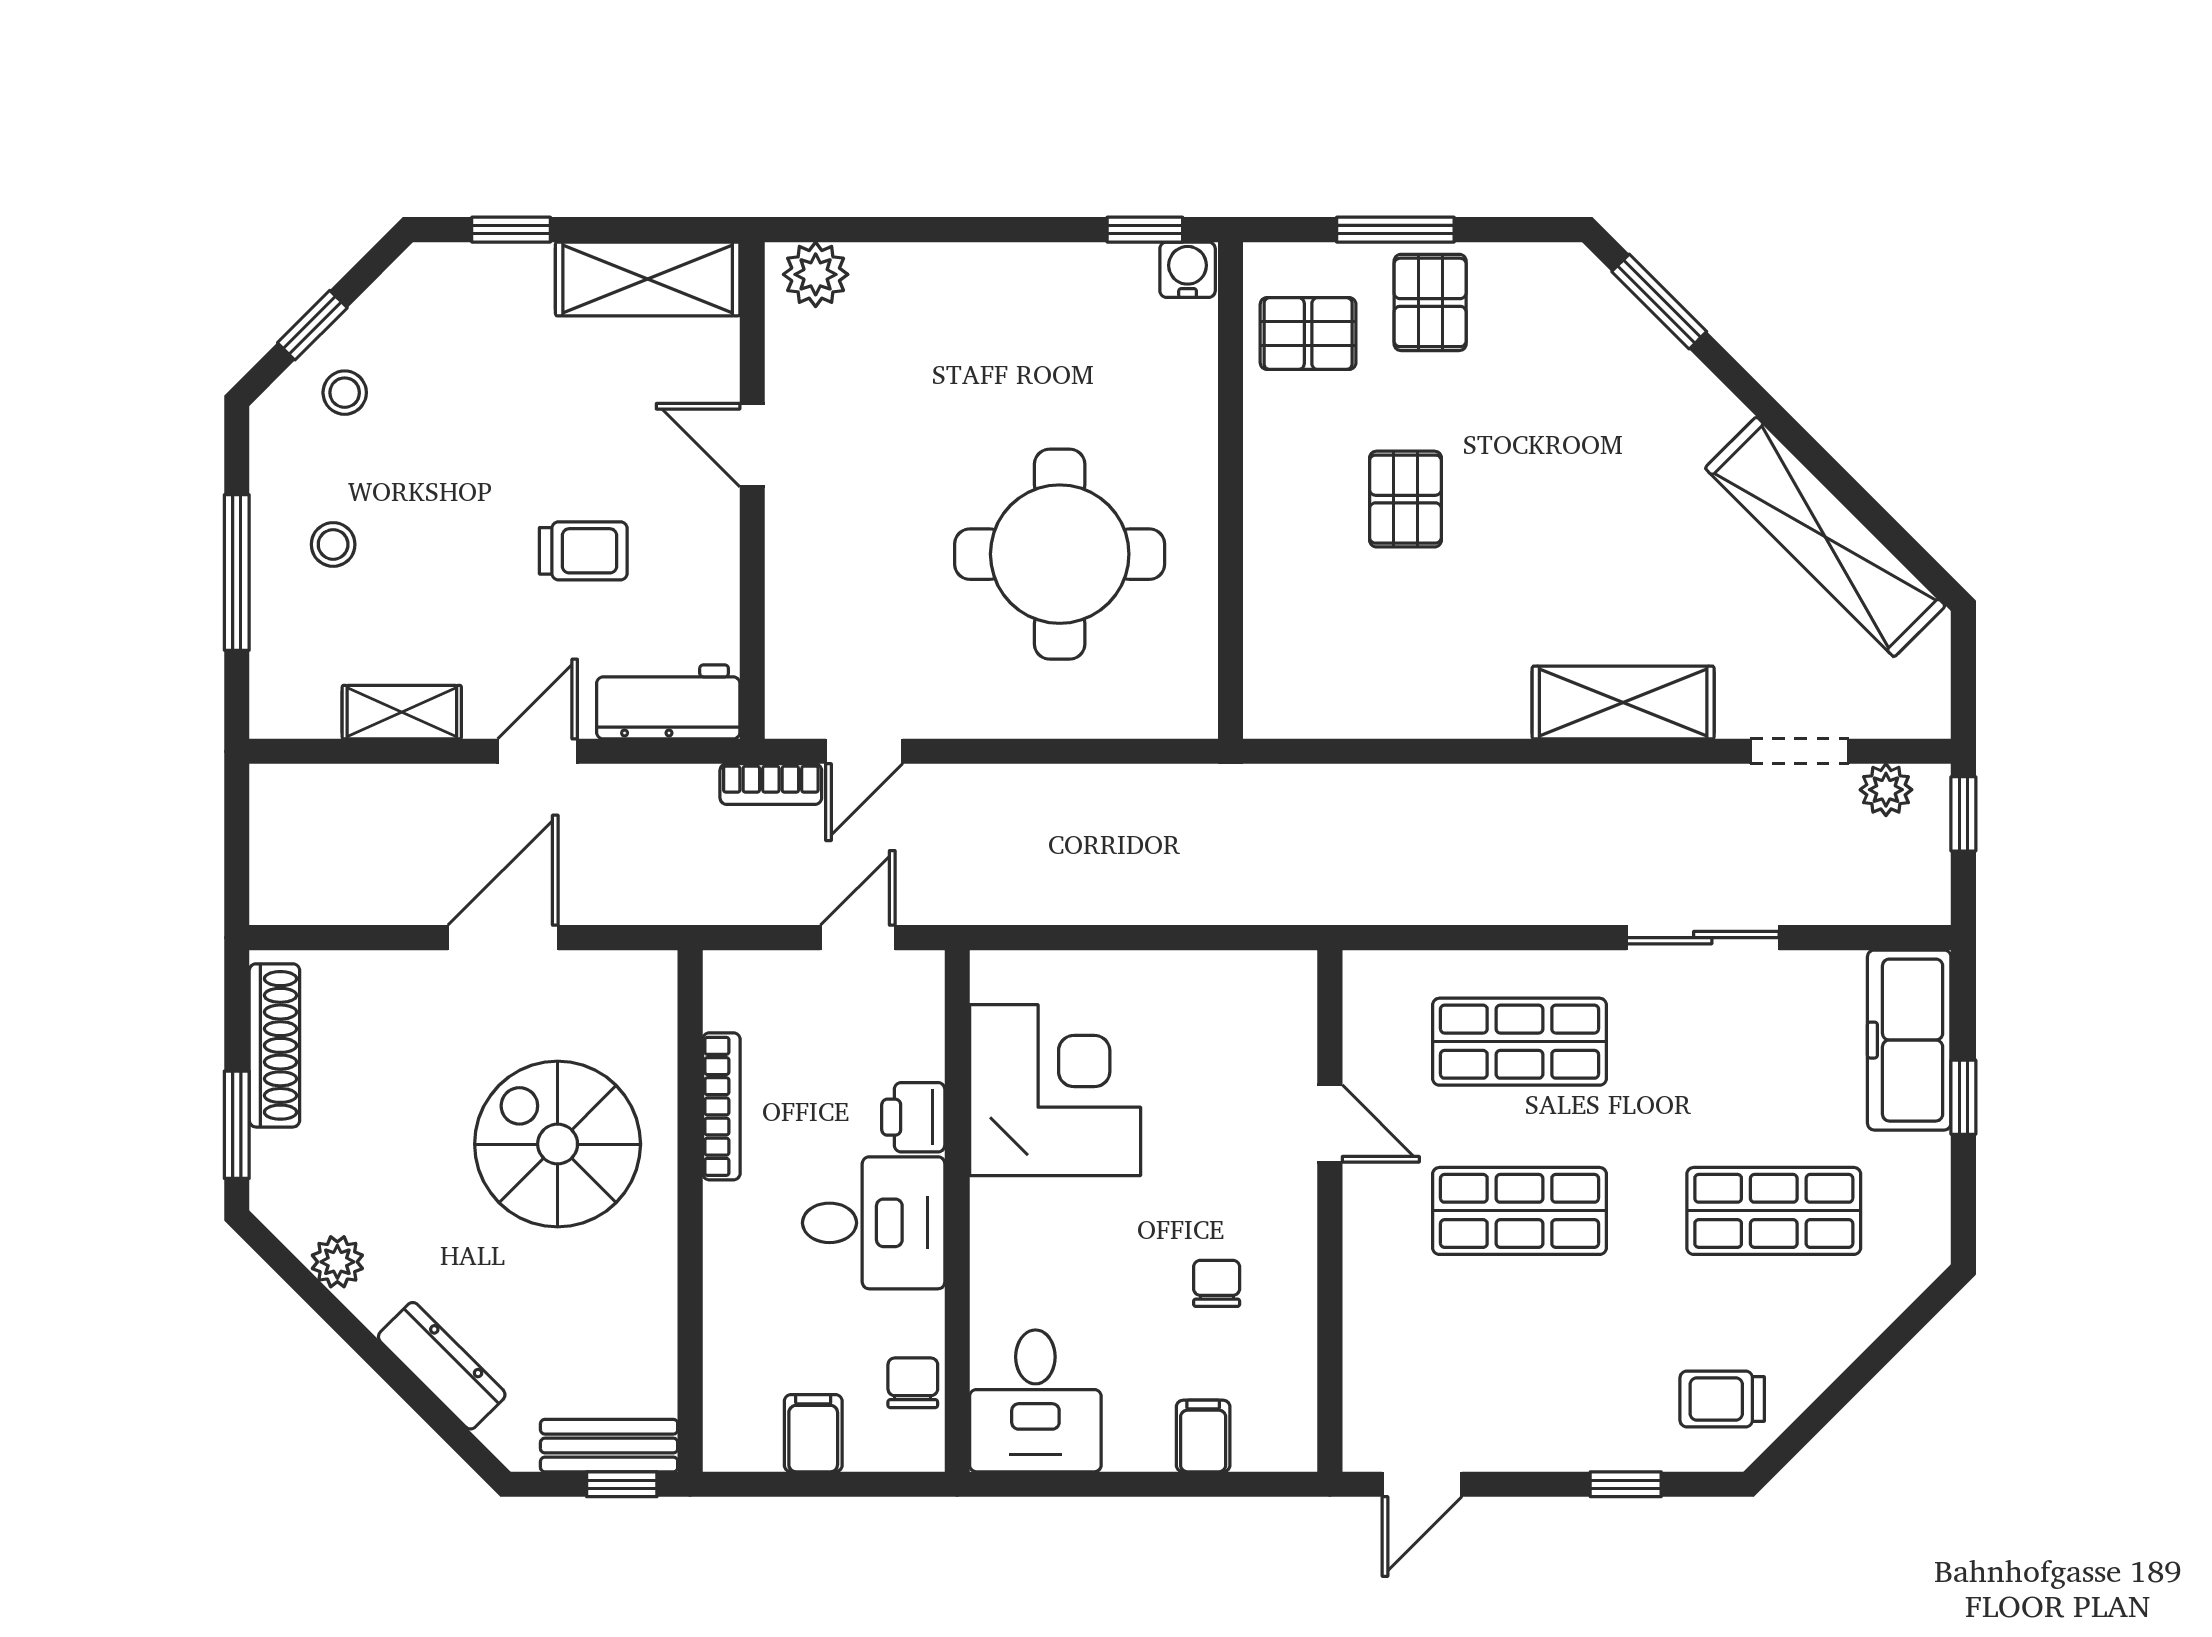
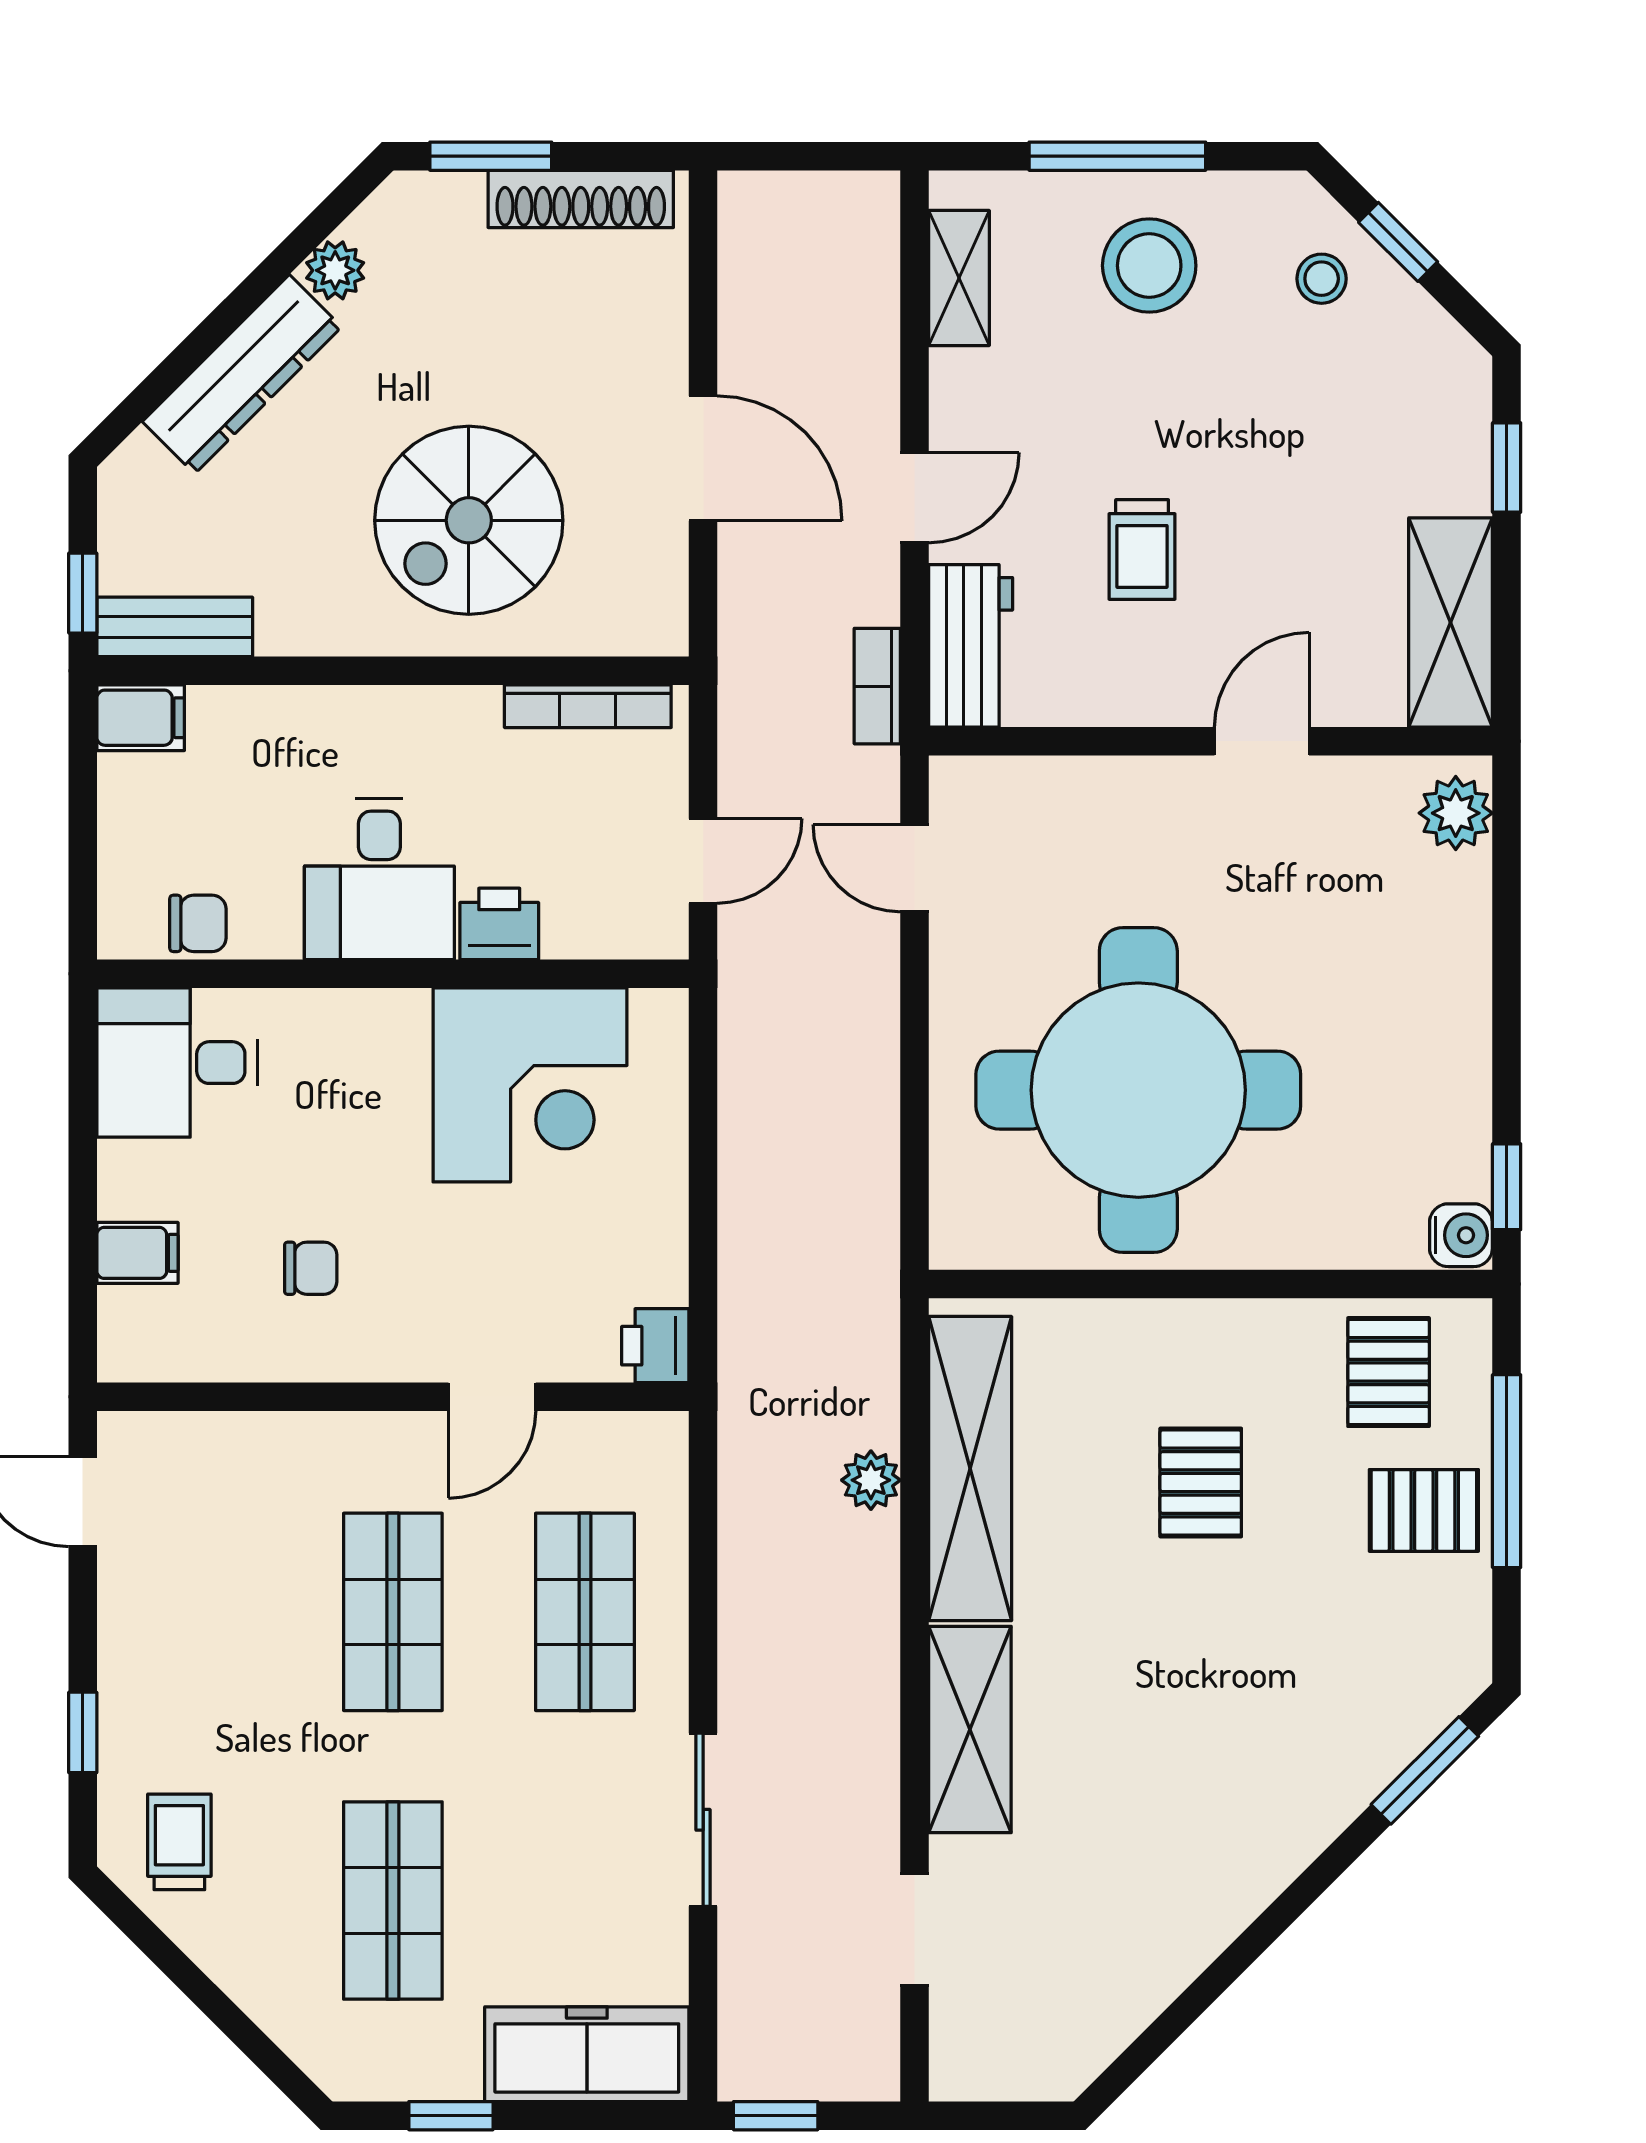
window: (1395, 230) -> (1507, 1471), width x1.44
pallet: (1405, 499) -> (1201, 1483), turned 90
shelving: (1825, 537) -> (970, 1469), moved, turned -45
stool: (333, 544) -> (1149, 266), width x1.89, depth x1.89
round table: (1060, 554) -> (1138, 1090), width x1.36, depth x1.36
shelving: (402, 712) -> (959, 278), moved
door: (538, 751) -> (914, 498), hinge flipped
bookcase: (771, 784) -> (877, 686), moved
plant: (1886, 790) -> (871, 1480), moved
window: (1963, 814) -> (776, 2116), moved
door: (858, 938) -> (703, 861), hinge flipped
printer: (1285, 980) -> (655, 1346), added
window: (1963, 1097) -> (451, 2116), moved
bookcase: (721, 1106) -> (588, 706), moved
spiral stairs: (558, 1144) -> (469, 520), turned 180
dresser: (442, 1366) -> (242, 374), width x1.37, depth x1.24
filing cabinet: (813, 1433) -> (141, 718), moved
bench: (609, 1446) -> (175, 627), moved, turned 90

